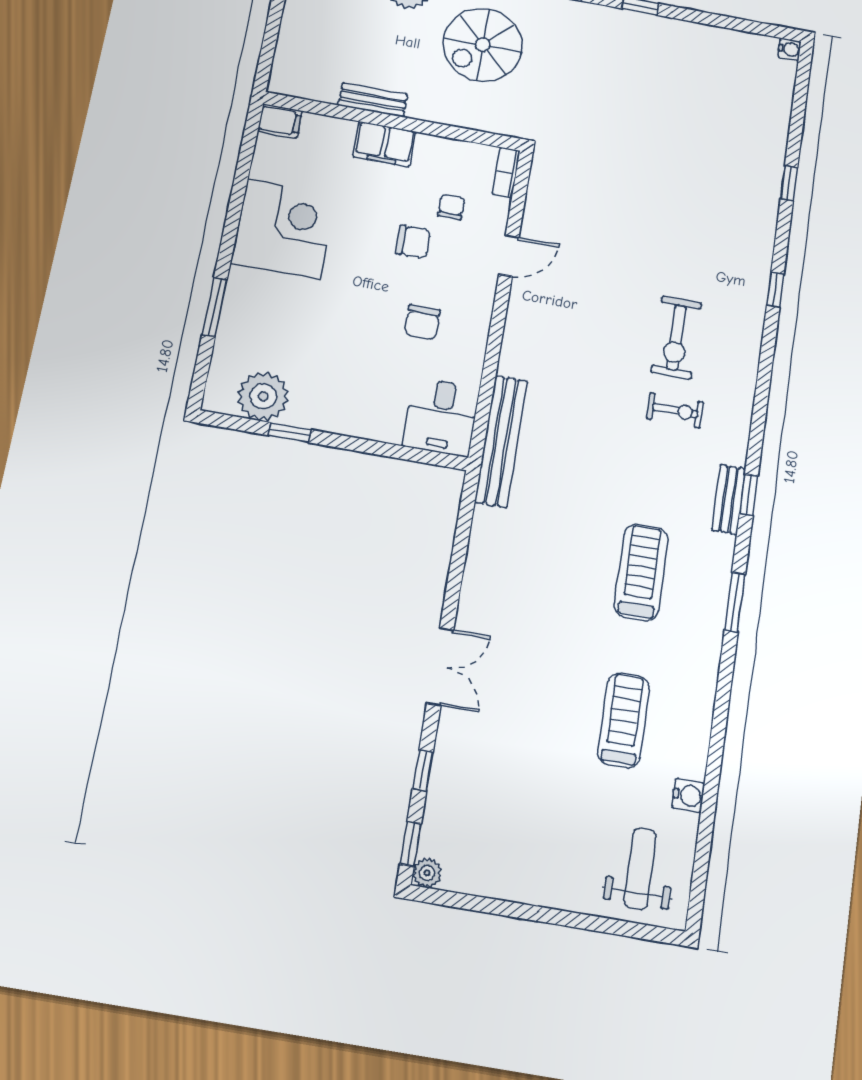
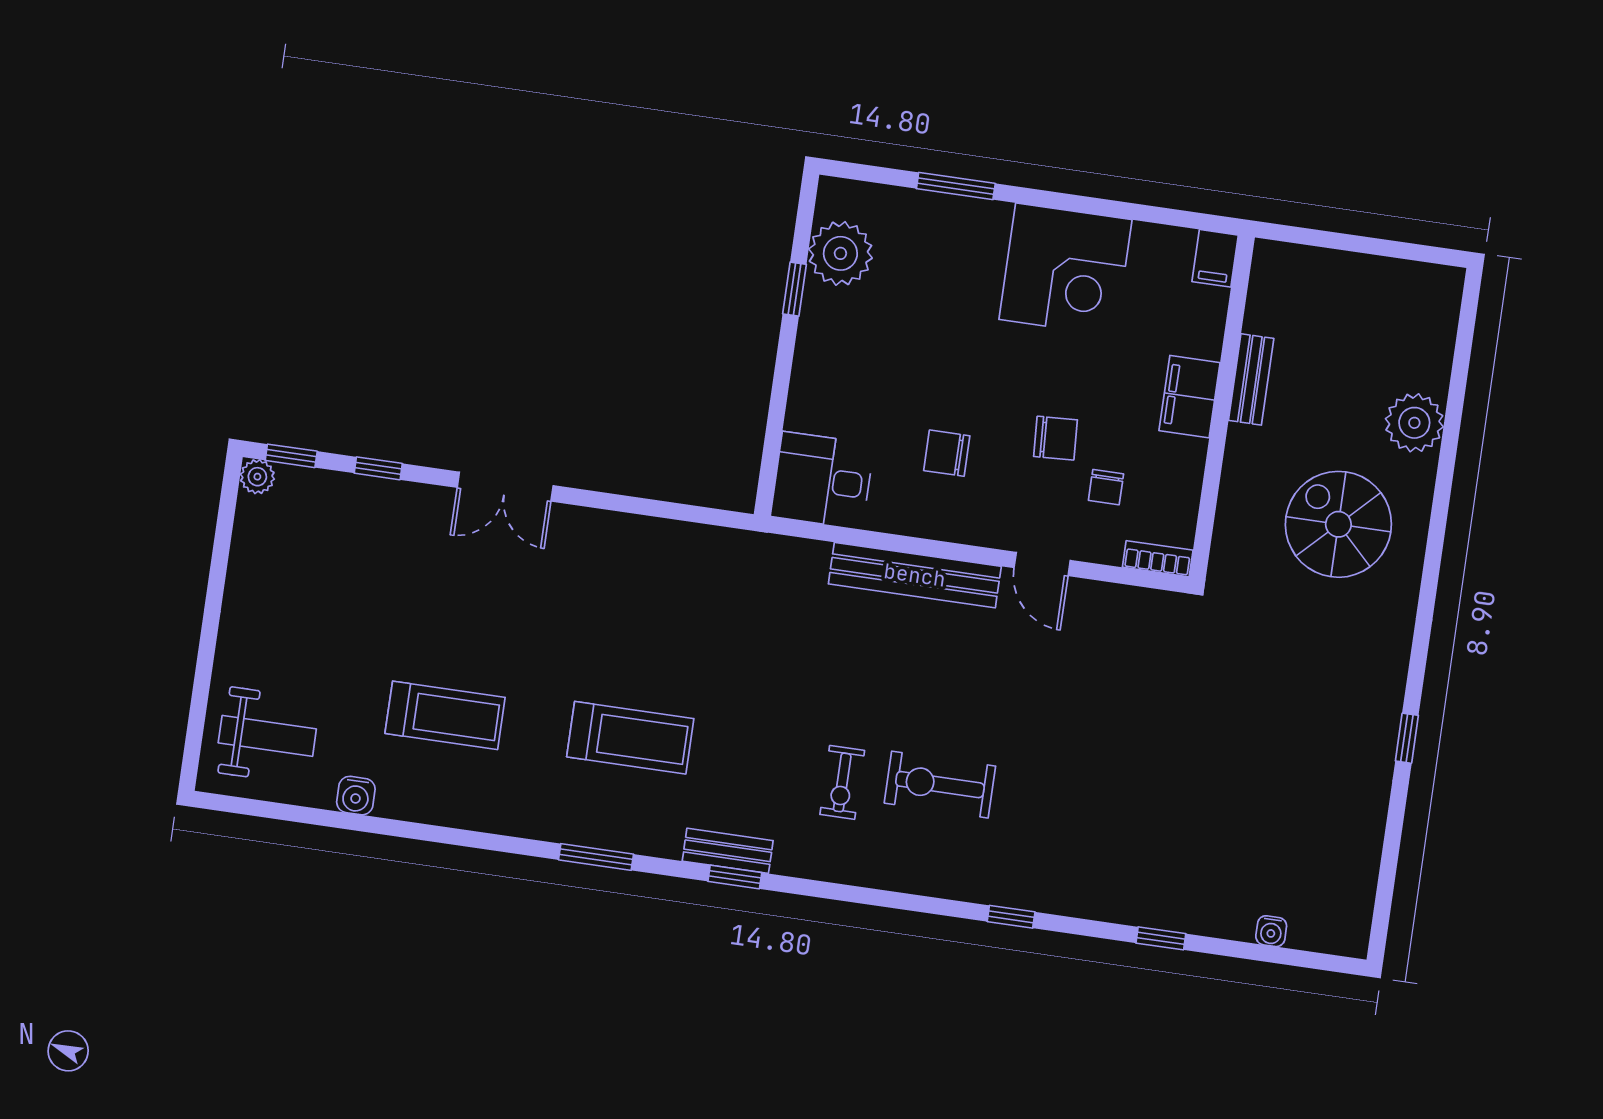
water cooler: (789, 49) -> (1271, 931), moved
chair: (451, 207) -> (1106, 487), turned 90
chair: (413, 242) -> (1056, 438), turned -93
bench: (501, 441) -> (915, 575), moved

